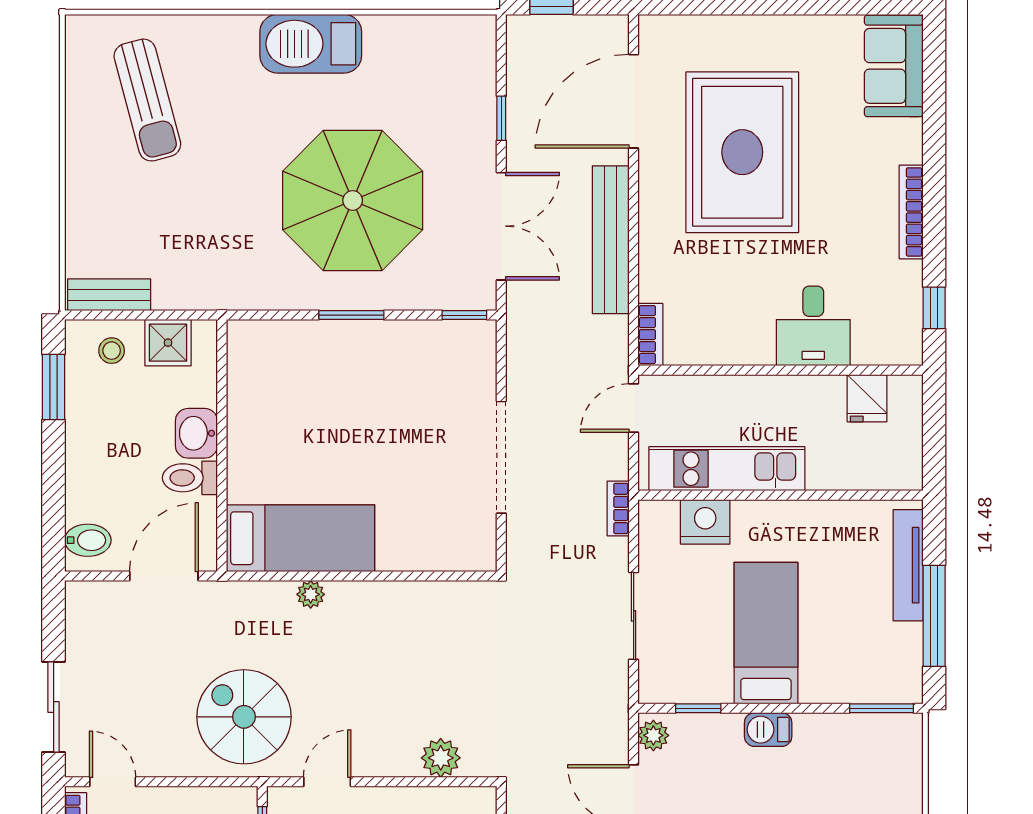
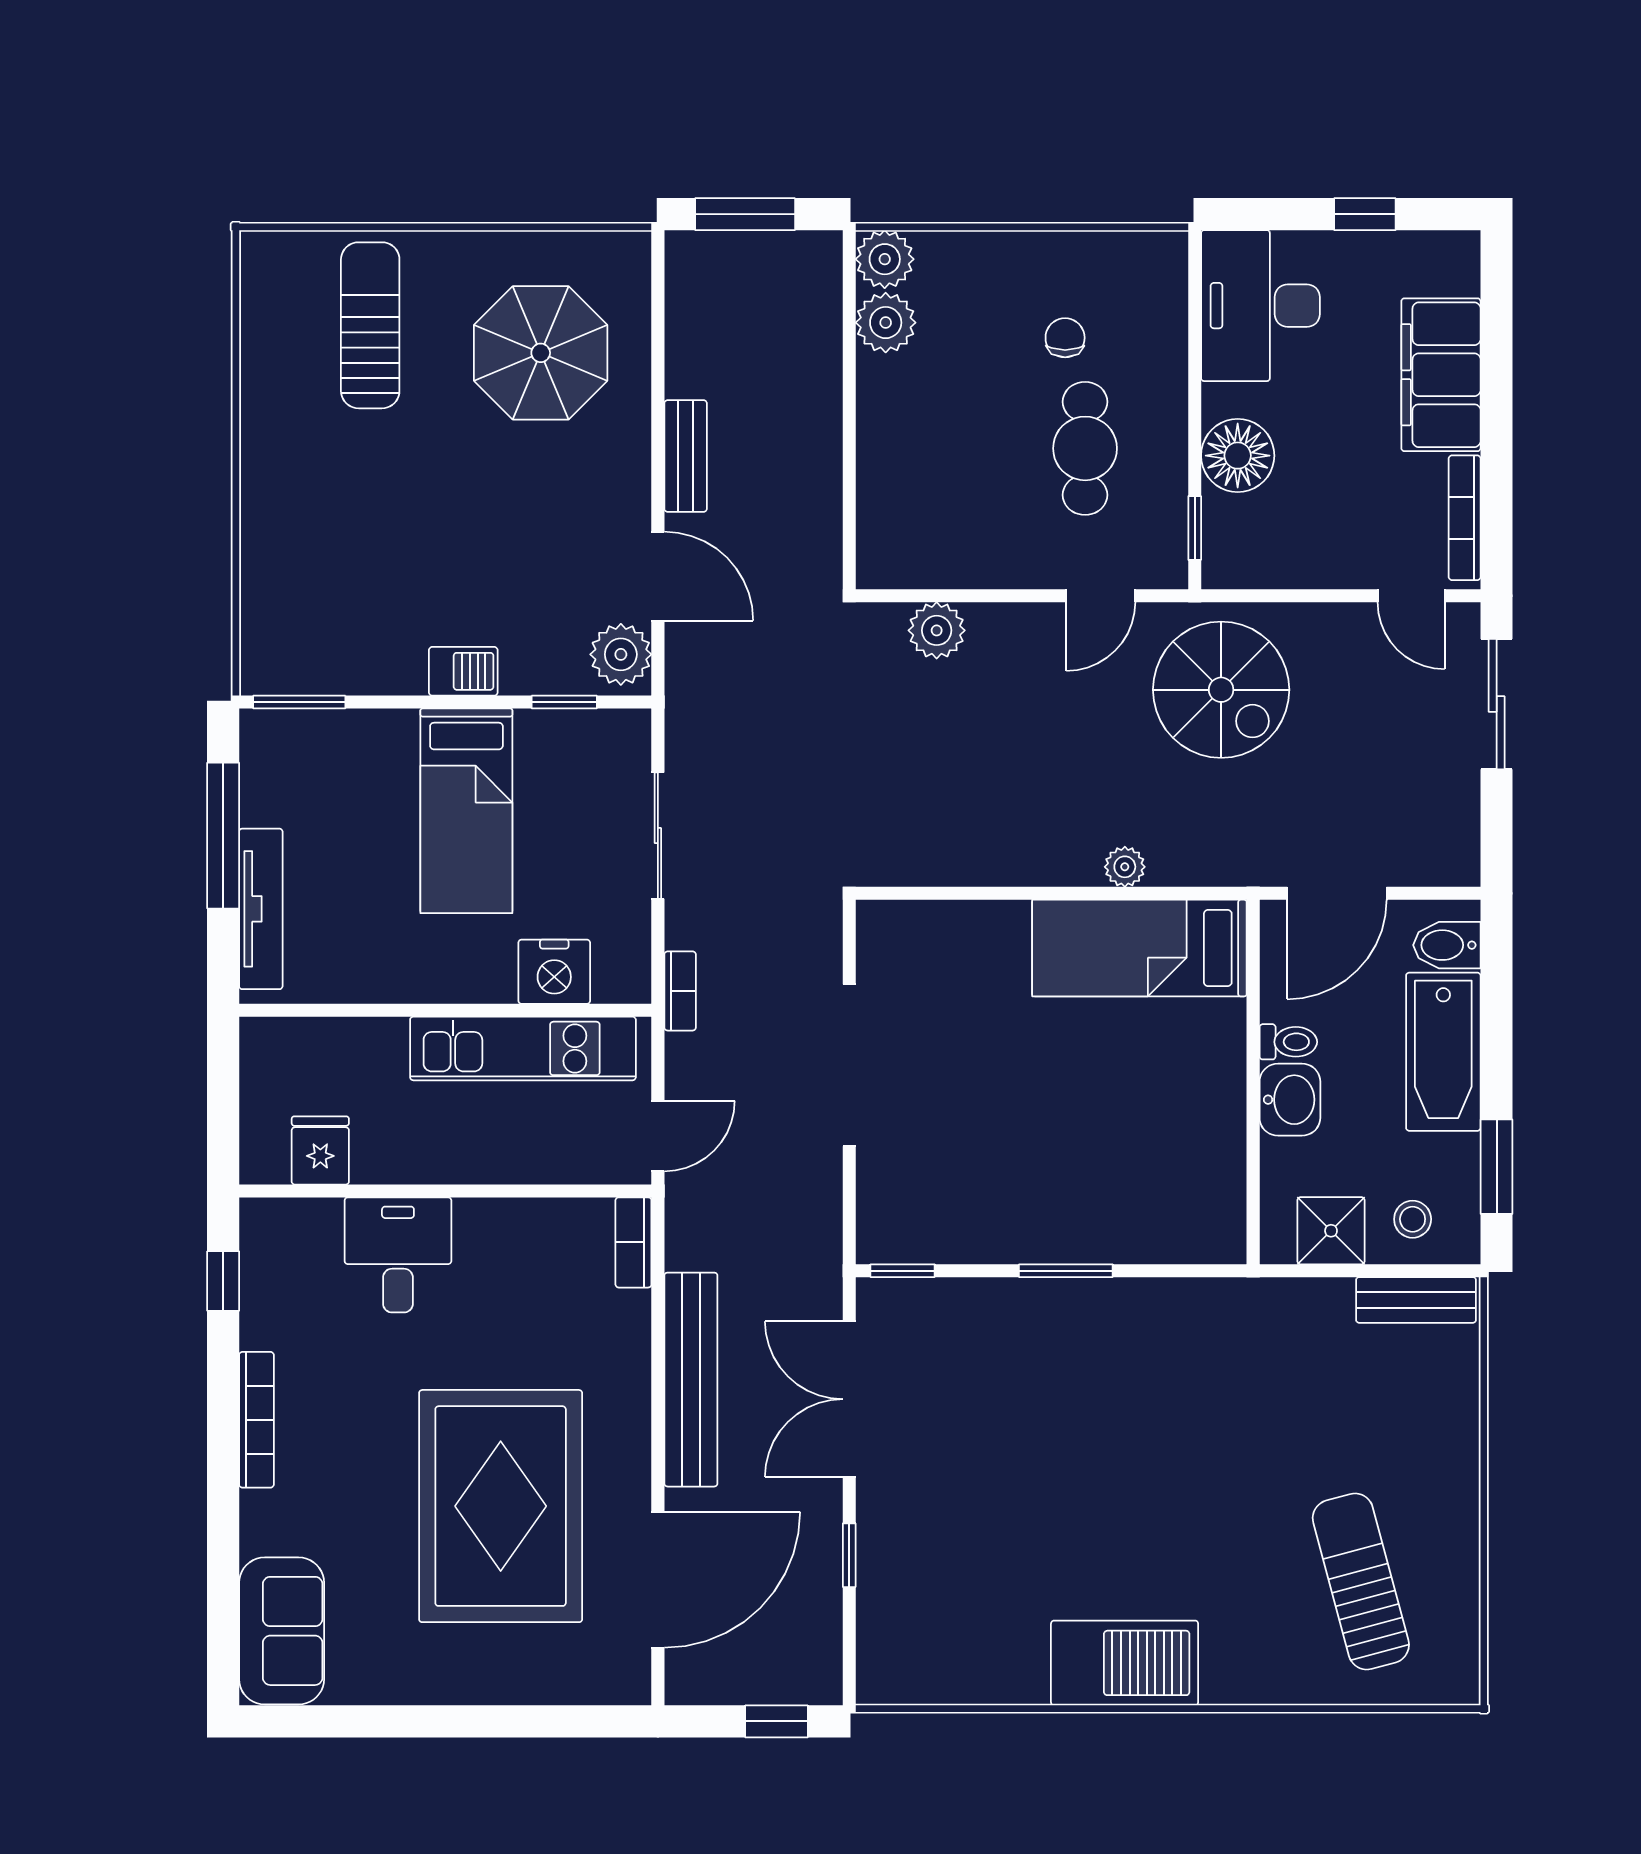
parasol: (353, 200) -> (1064, 1436), removed
bathtub: (90, 466) -> (1443, 1052), added
toilet: (190, 478) -> (1288, 1042), width x0.73, depth x0.72
plant: (653, 735) -> (621, 654), width x1.38, depth x1.38

